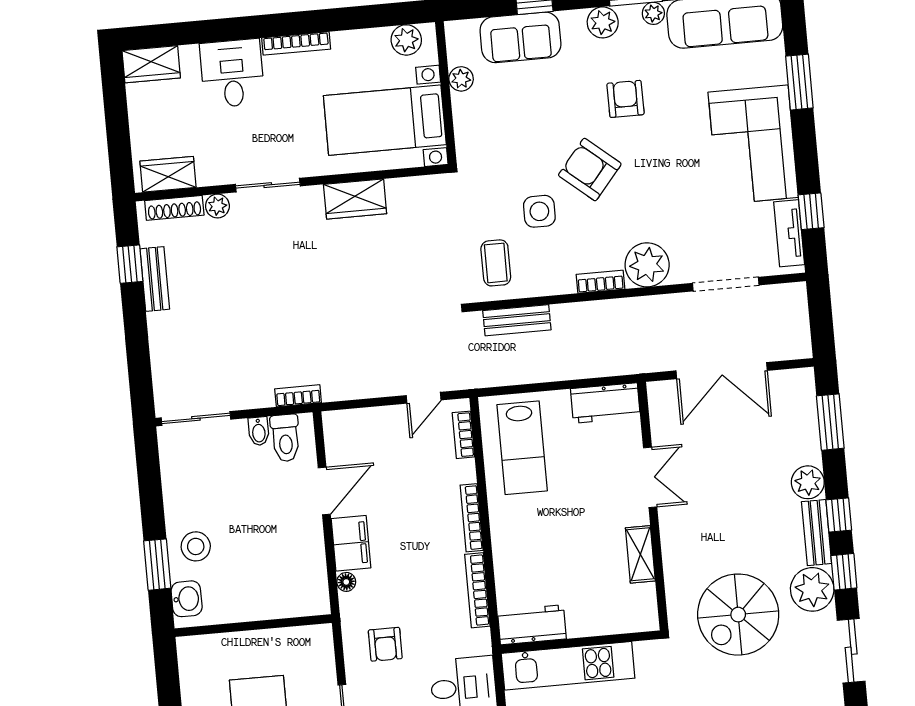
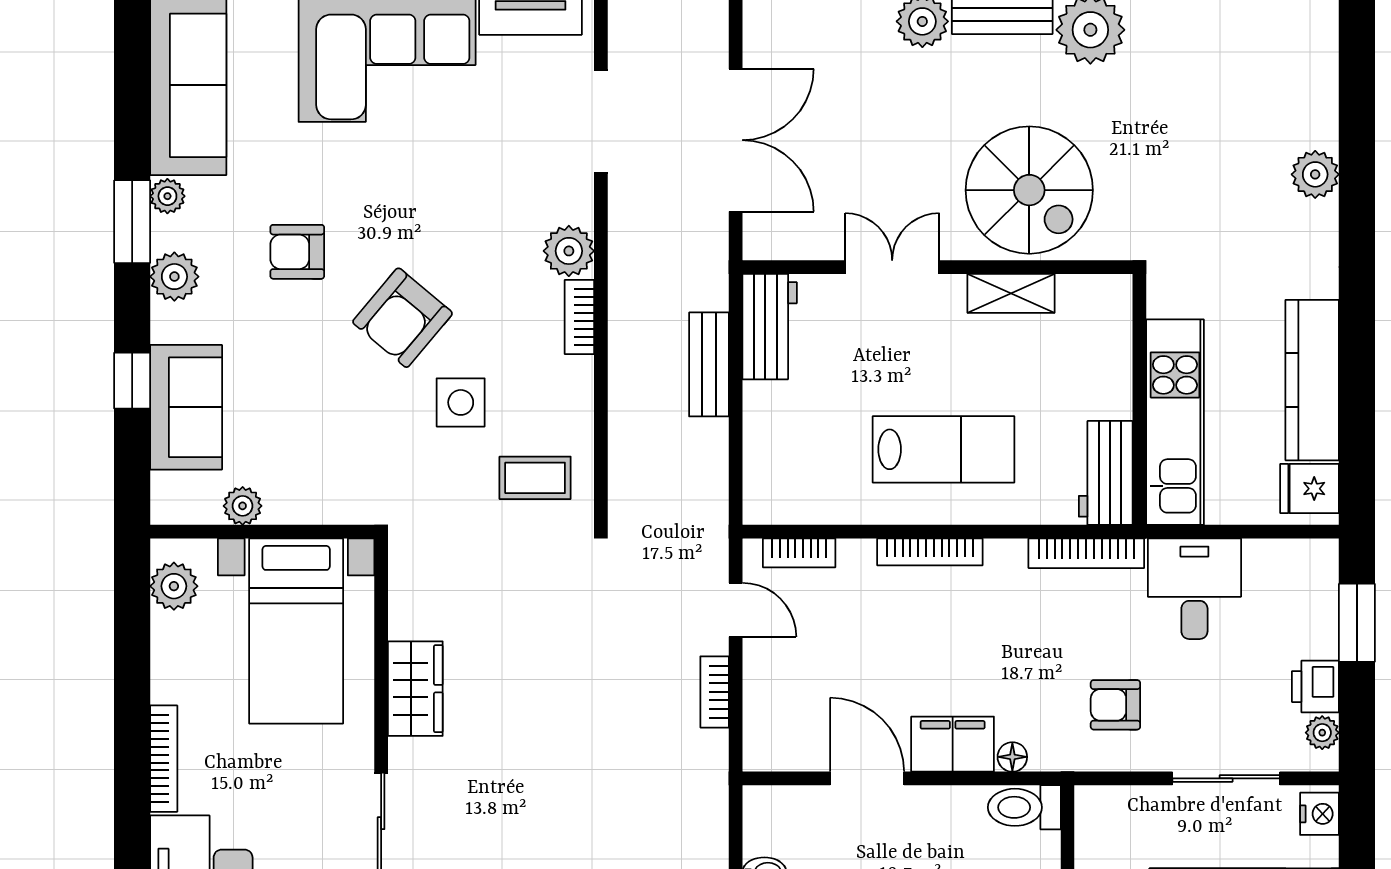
plant: (647, 265) -> (569, 251), width x0.73, depth x0.73
bench: (517, 320) -> (709, 364), moved
bookcase: (298, 396) -> (715, 692), moved
toilet: (285, 438) -> (1024, 807), moved, turned 180
lab bench: (522, 448) -> (944, 449), moved
bookcase: (477, 590) -> (1086, 553), moved
spiral stairs: (738, 615) -> (1029, 190), moved
armchair: (385, 644) -> (1115, 705), turned 180

